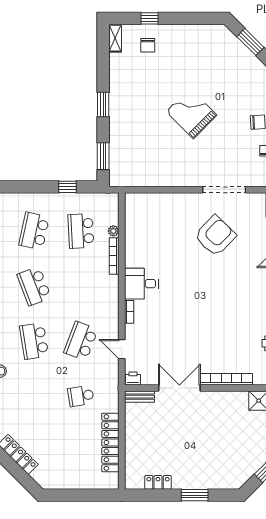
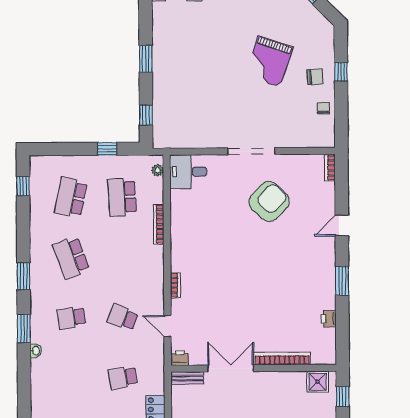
grand piano: (191, 113) -> (269, 61), moved, turned -116
window: (103, 156) -> (146, 115), width x0.67
doorway: (224, 190) -> (251, 151), moved
plant: (113, 231) -> (158, 170), moved
desk: (141, 284) -> (188, 172), moved
school desk: (34, 341) -> (72, 318), width x0.54
school desk: (81, 341) -> (123, 317), width x0.54

